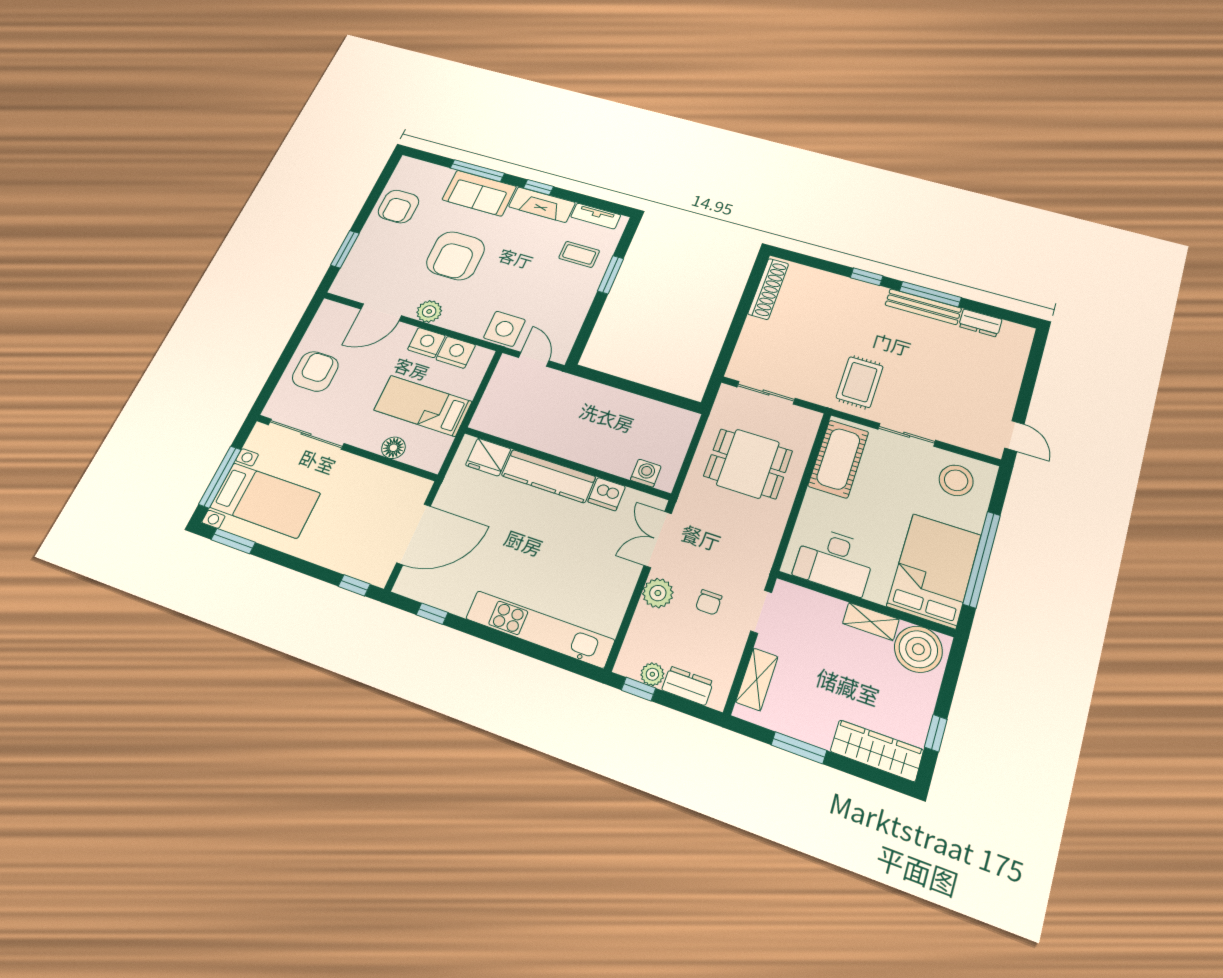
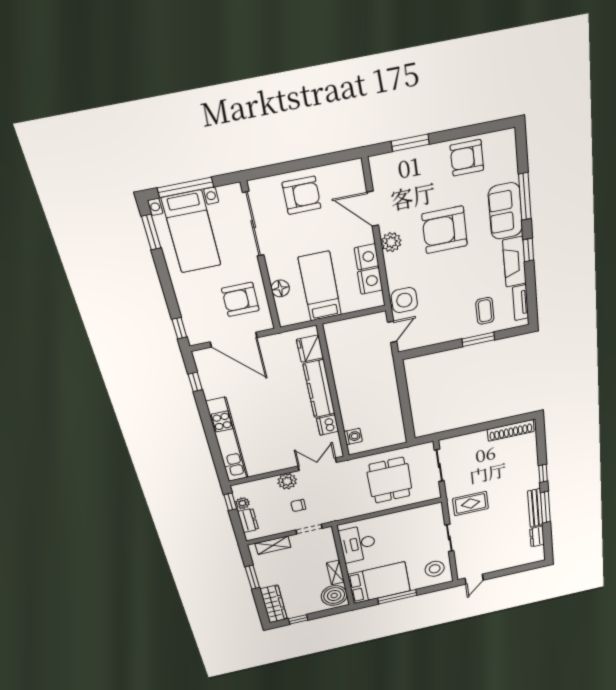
cot: (838, 459) -> (417, 517), removed
armchair: (373, 497) -> (240, 299), added
window: (982, 559) -> (397, 597), width x0.68

